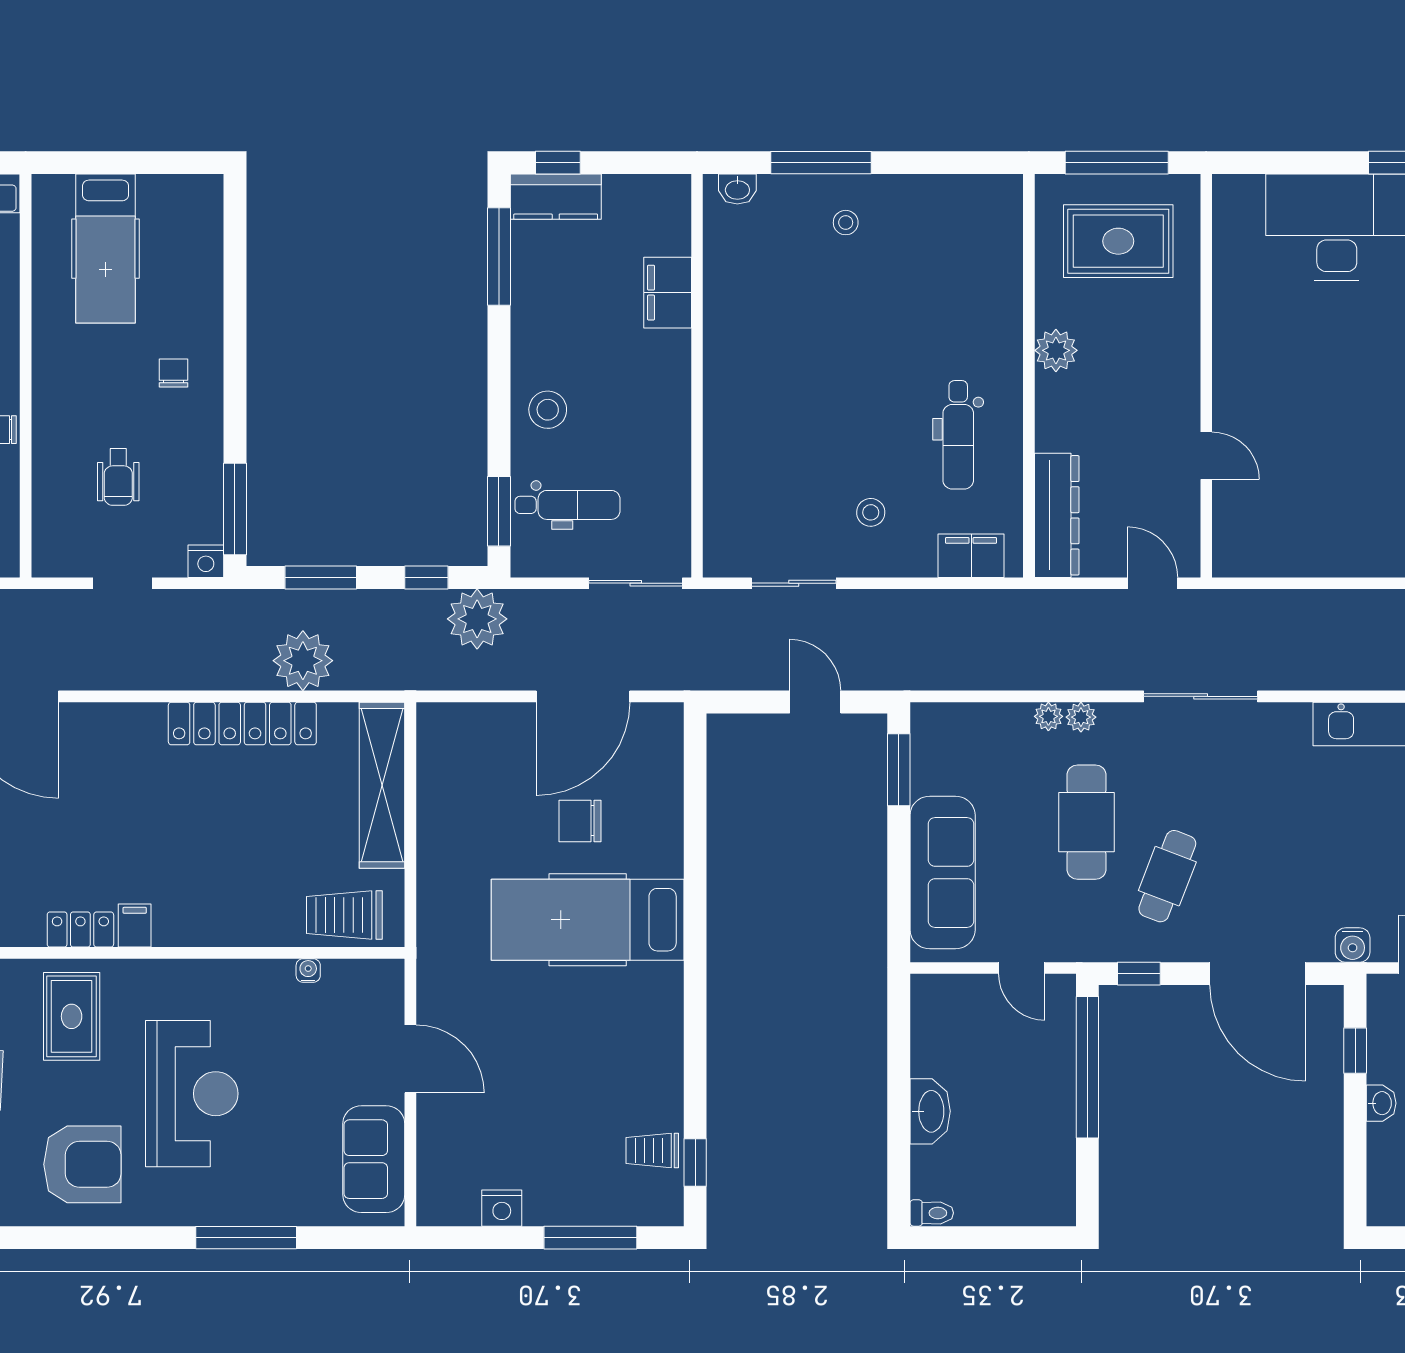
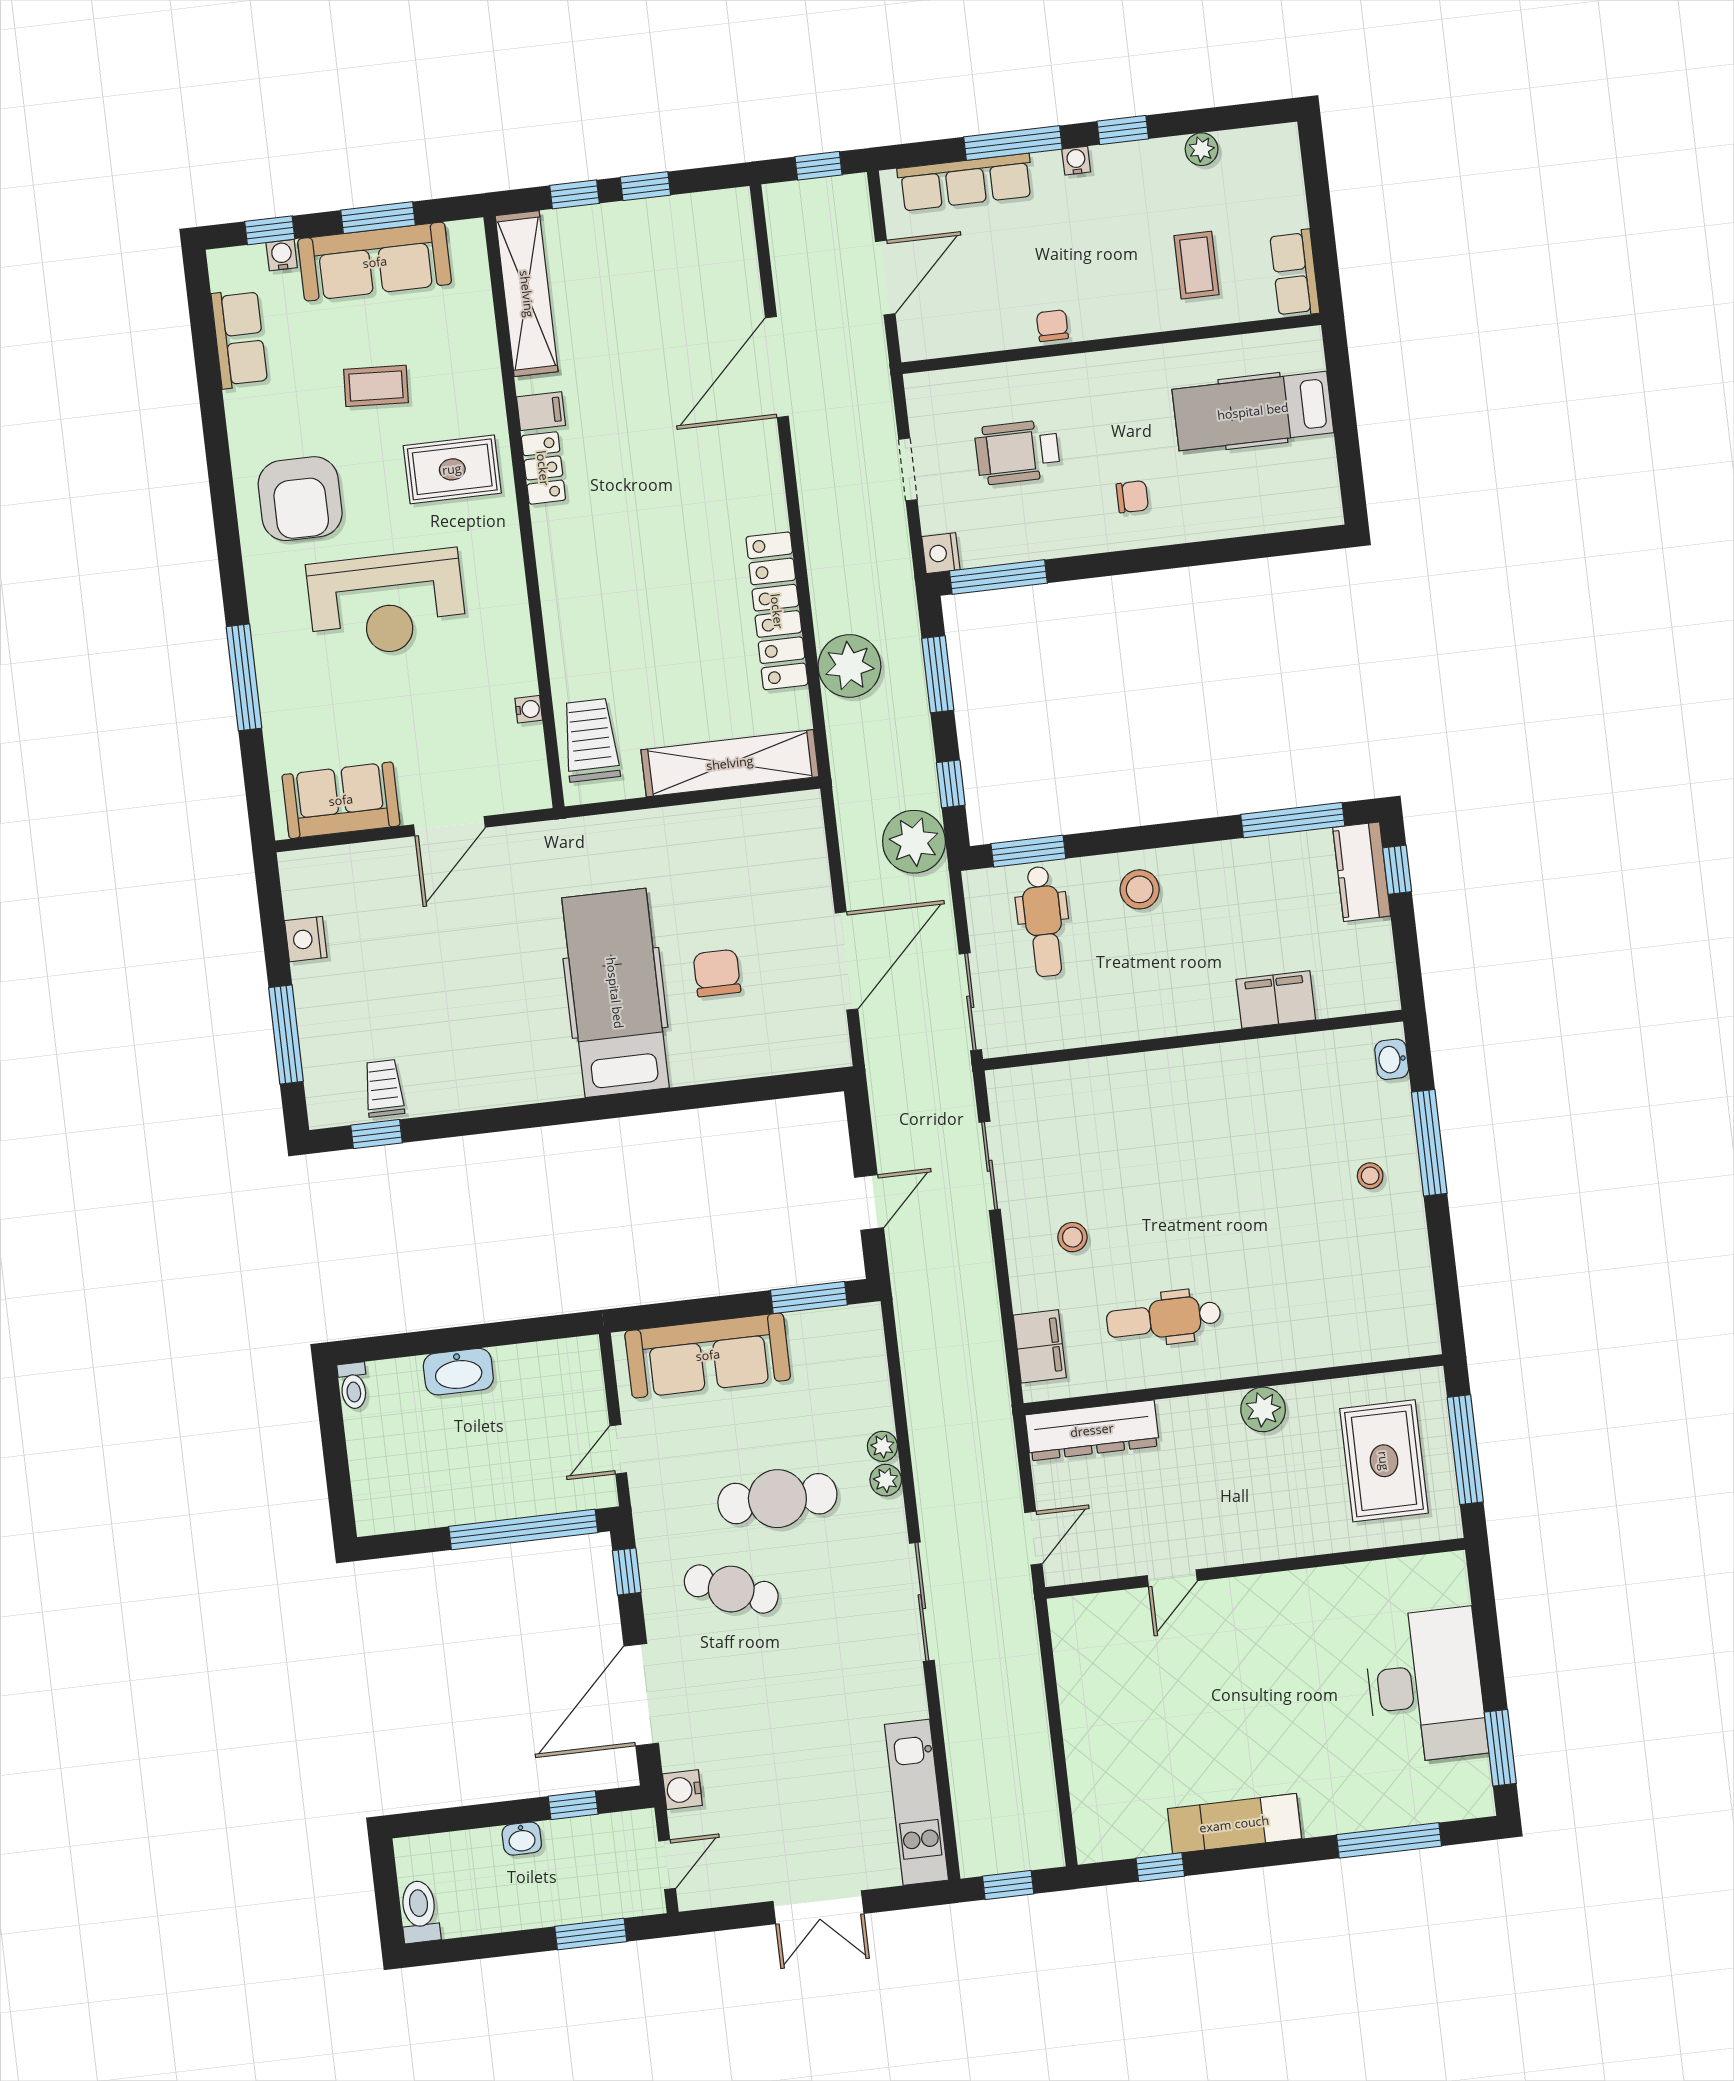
wheelchair: (118, 477) -> (1017, 452), width x1.36, depth x1.37
door: (583, 696) -> (847, 961), swing flipped
filing cabinet: (135, 925) -> (541, 411), moved

